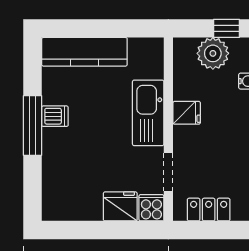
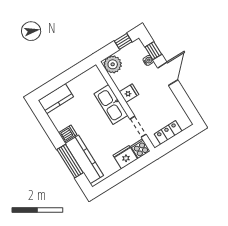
kitchen counter: (84, 52) -> (56, 99), width x0.67
plant: (213, 53) -> (113, 64), moved
window: (33, 126) -> (70, 161), moved
kitchen counter: (56, 171) -> (84, 159), added

